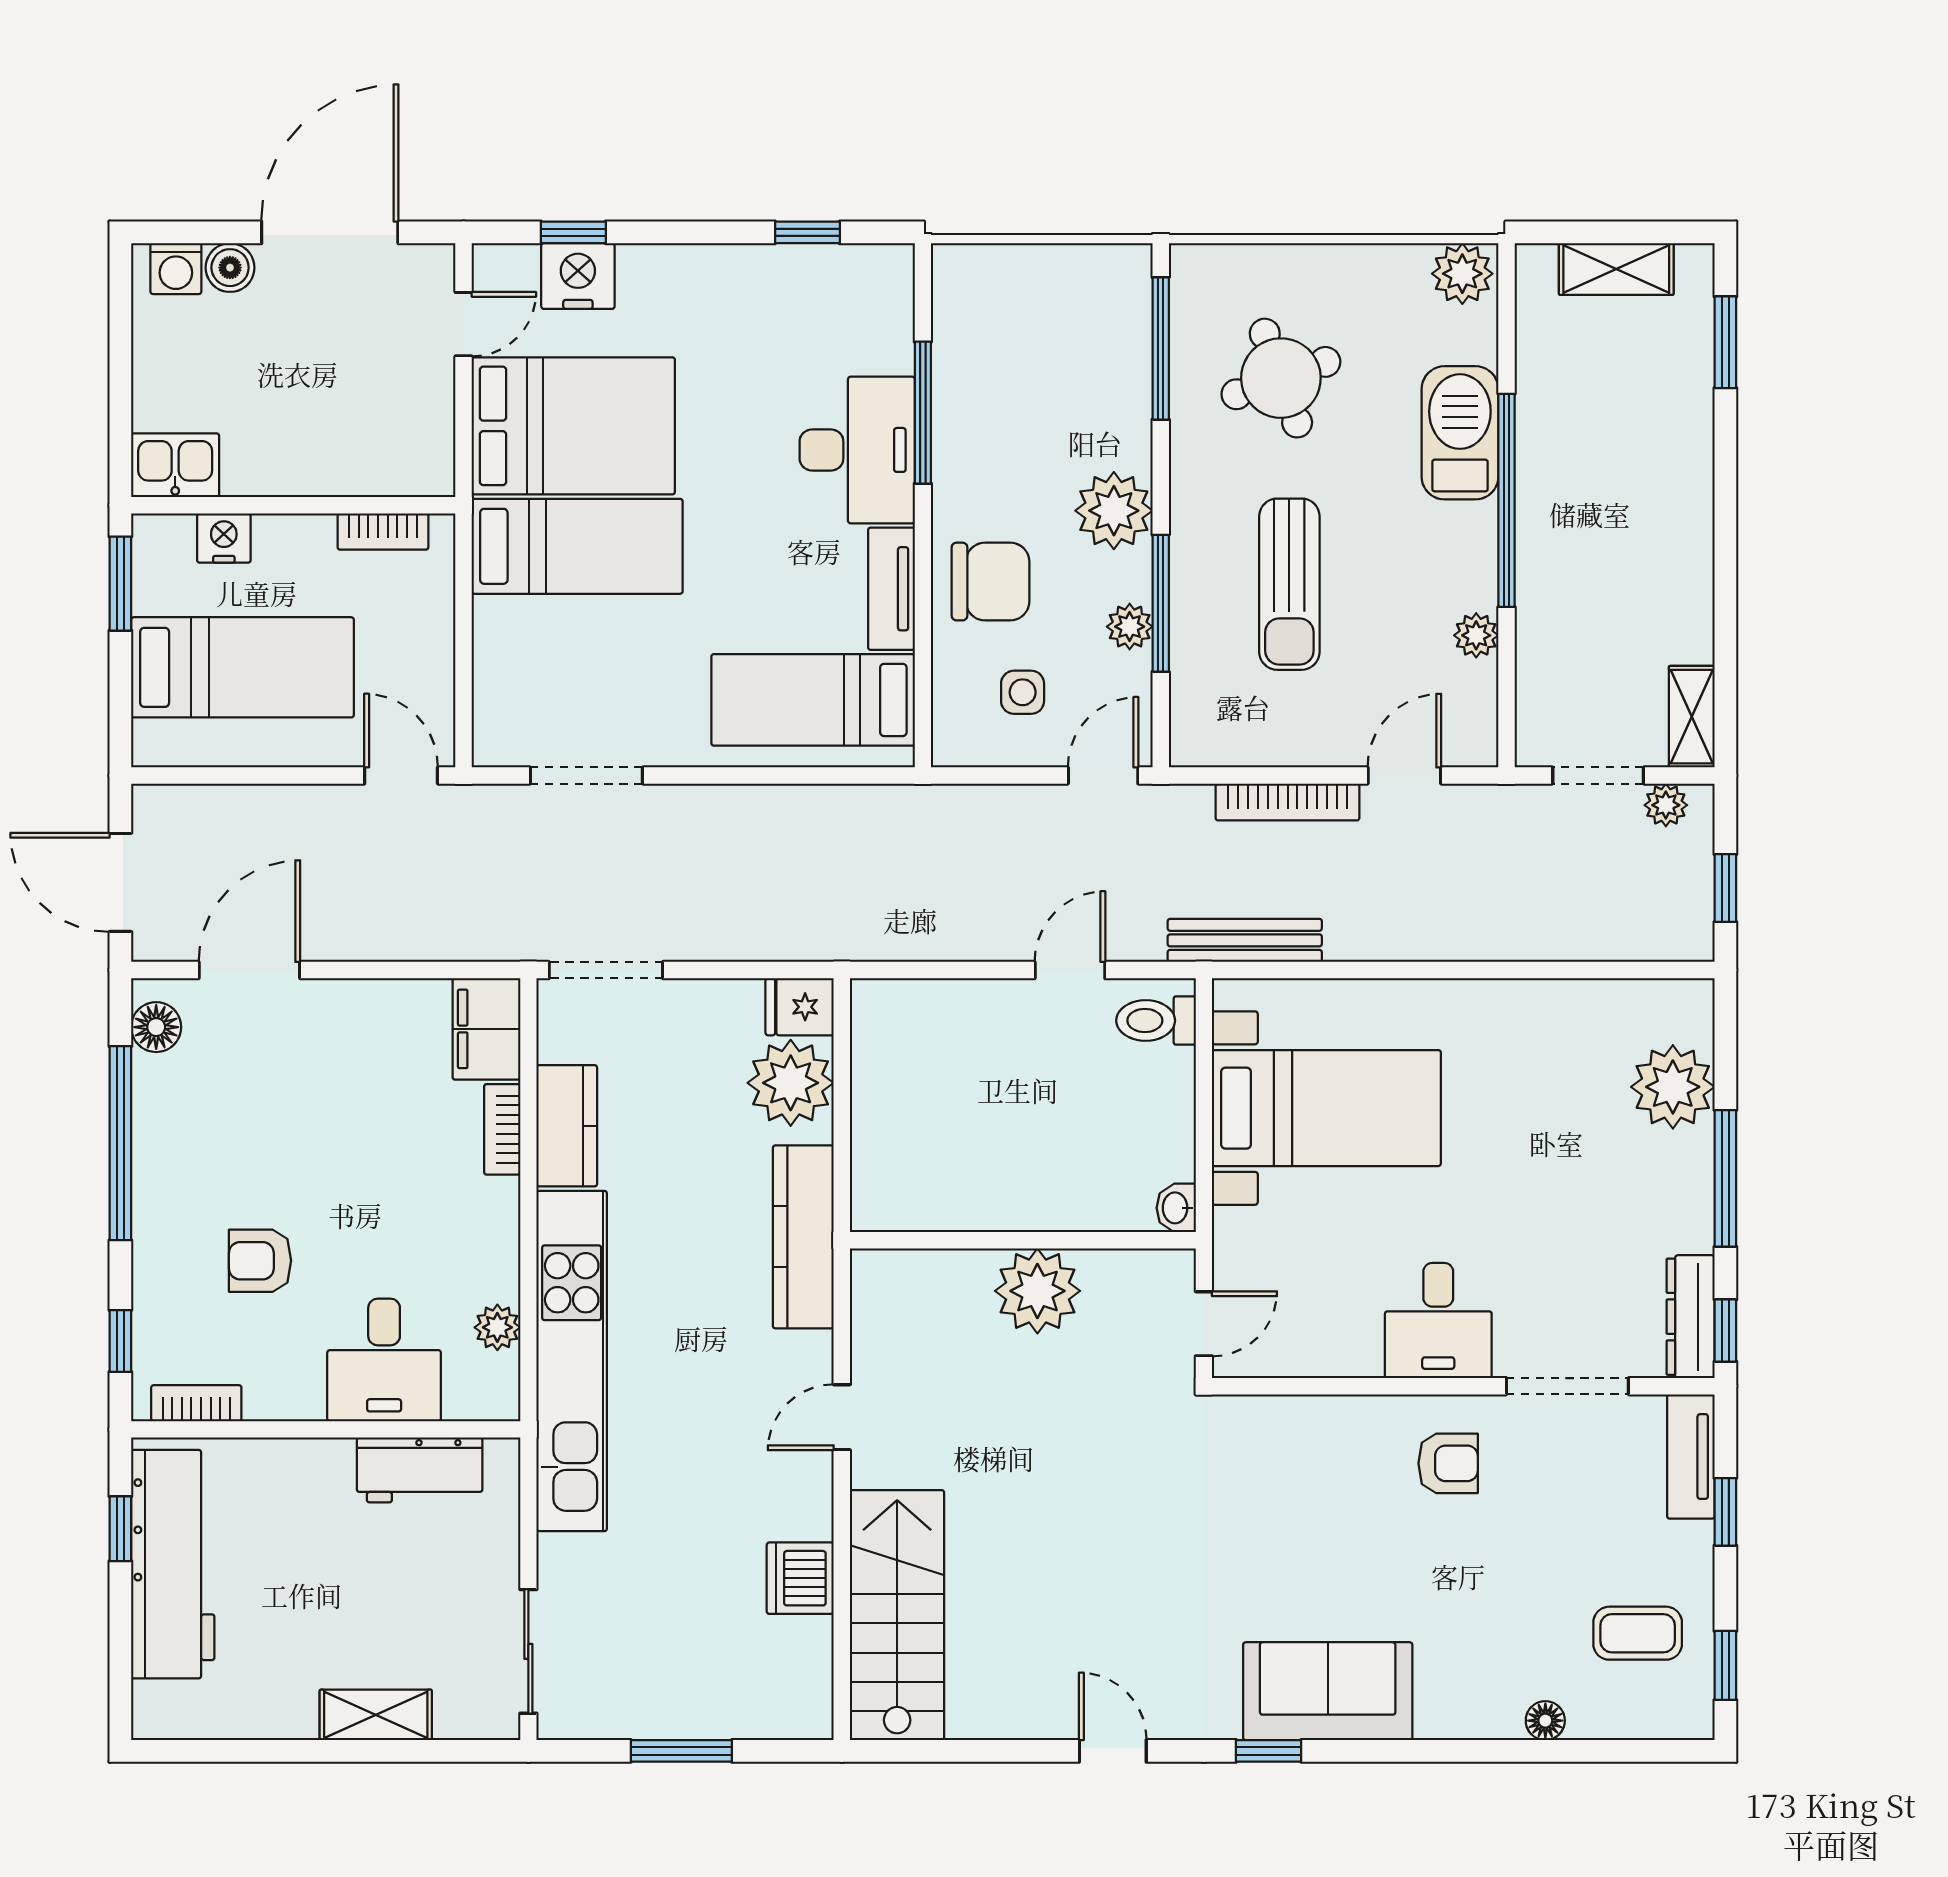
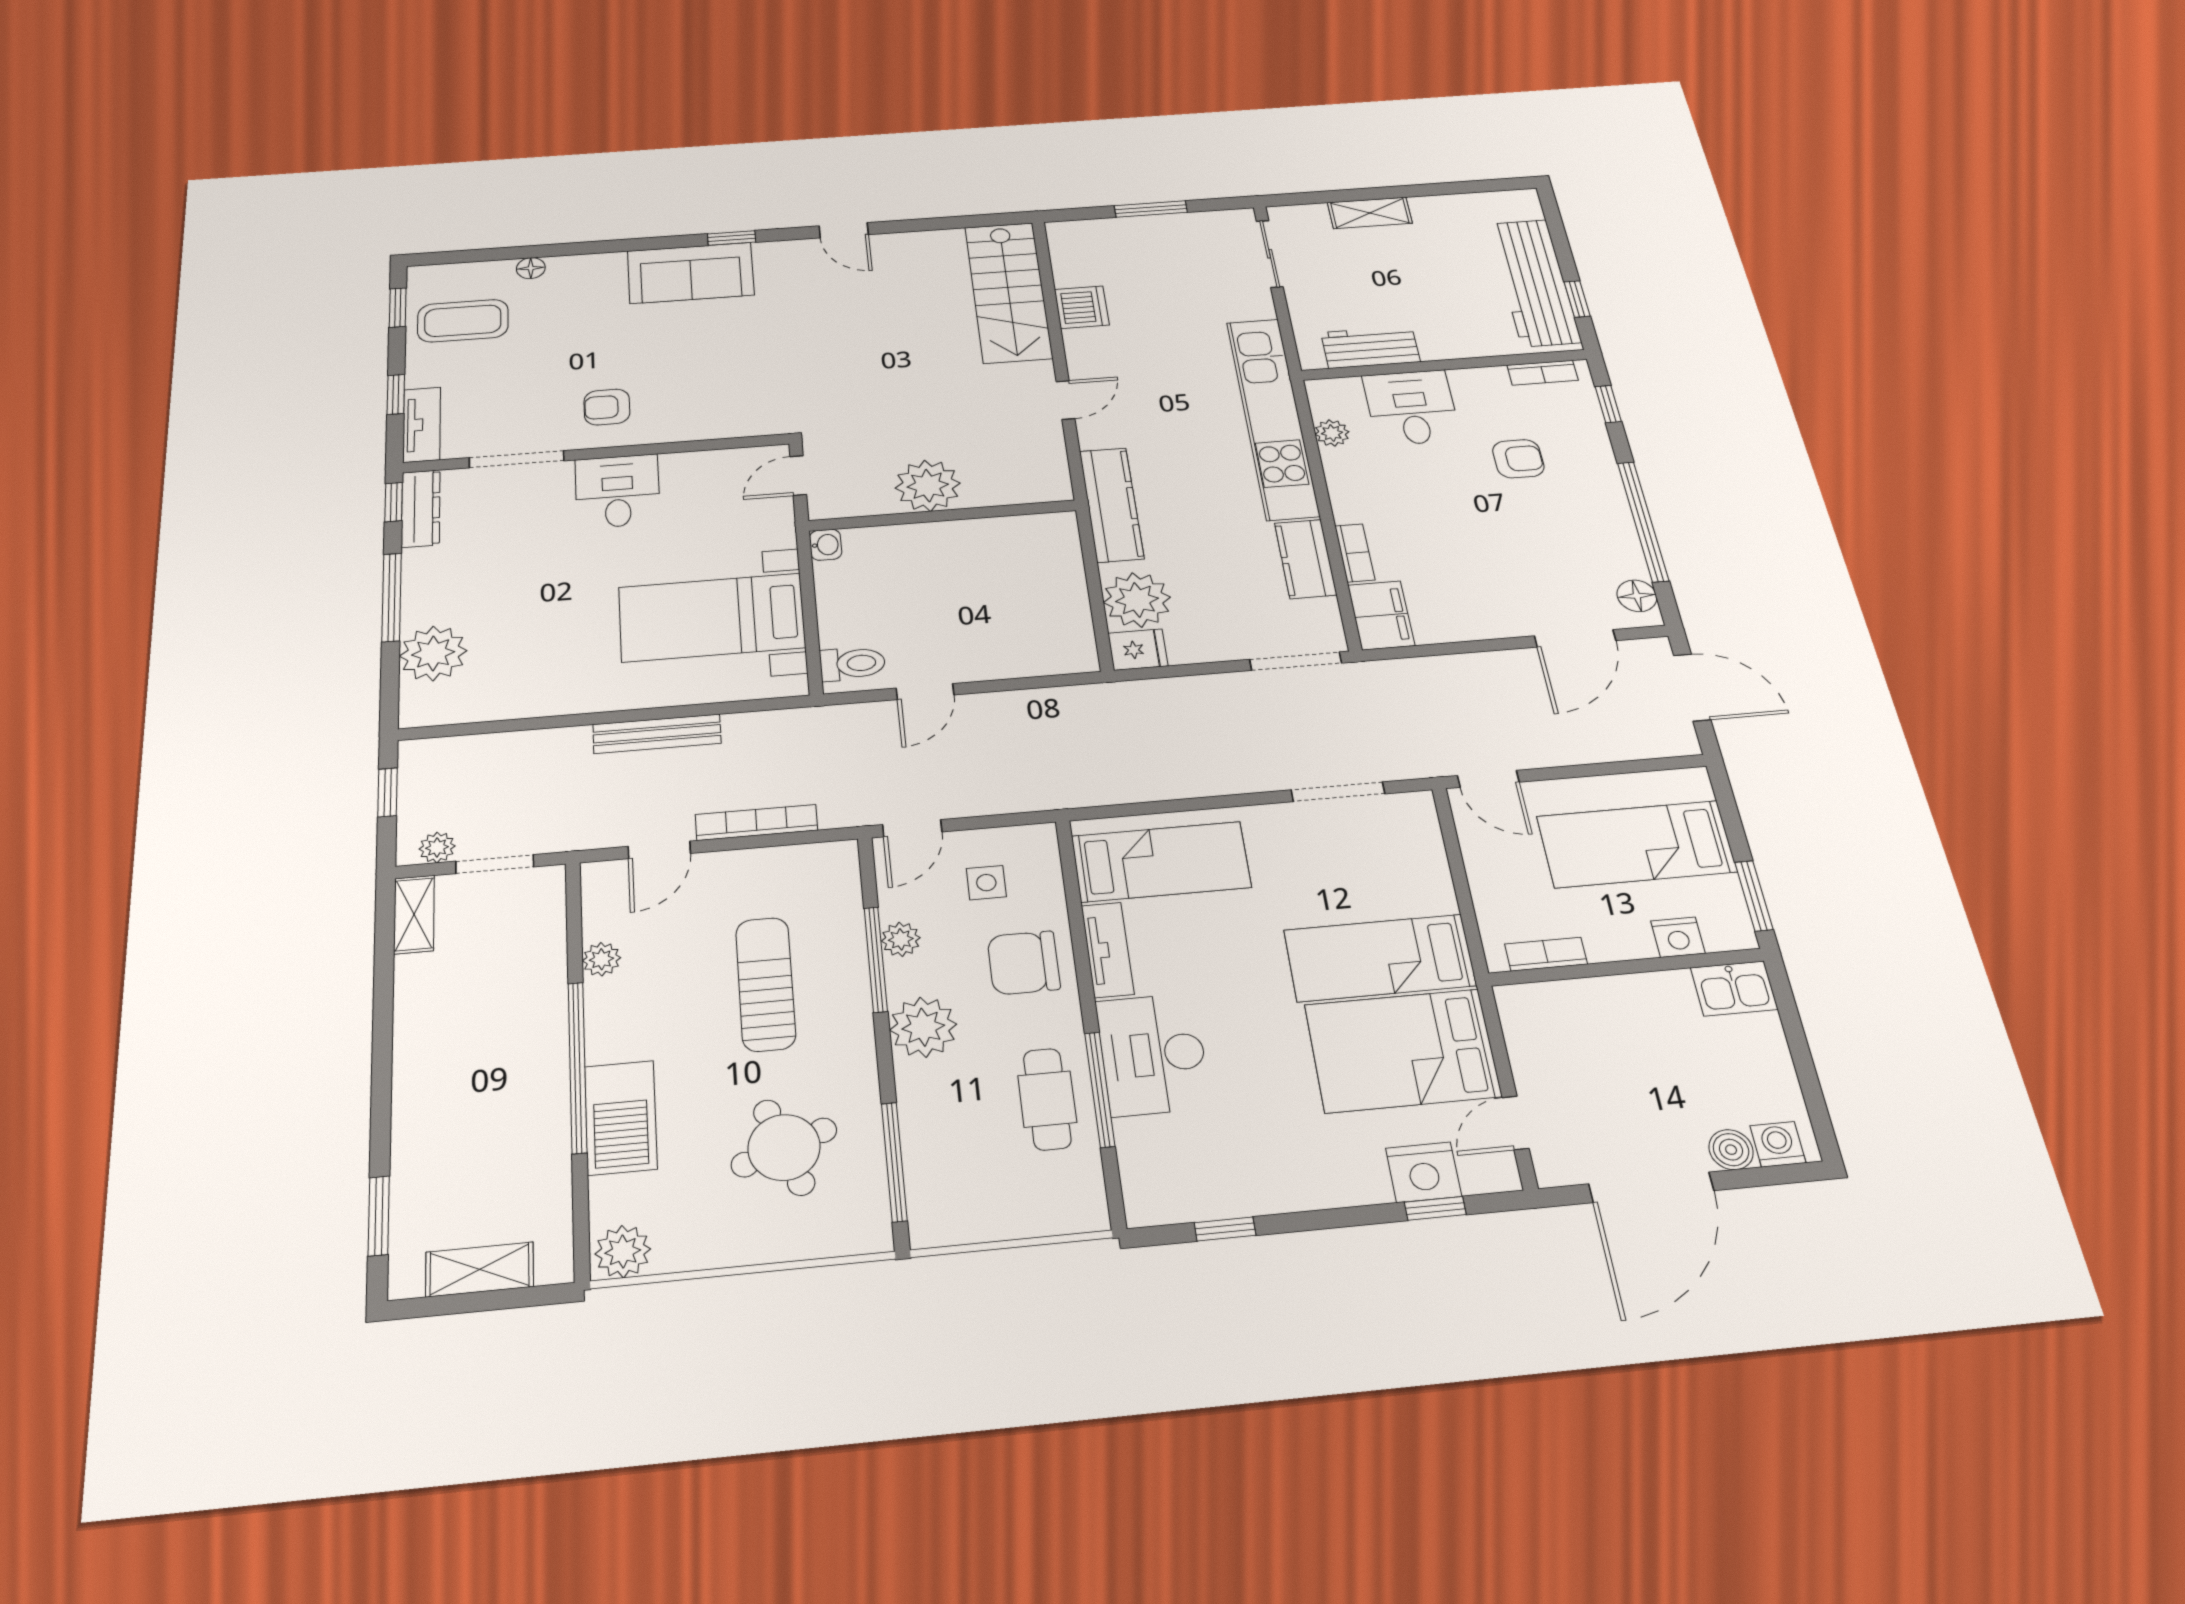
cafe table: (983, 407) -> (1047, 1099), added
bench: (1245, 940) -> (657, 734), moved
coffee table: (1638, 1633) -> (463, 321), width x1.36, depth x1.30

